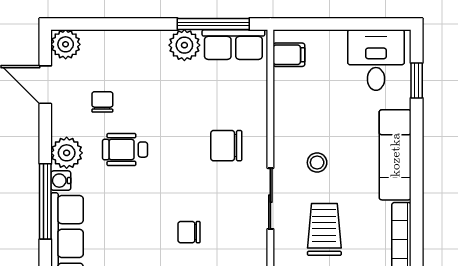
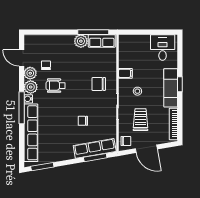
plant: (66, 44) -> (30, 73), moved
filing cabinet: (289, 55) -> (125, 73), moved
window: (417, 80) -> (180, 84), moved

